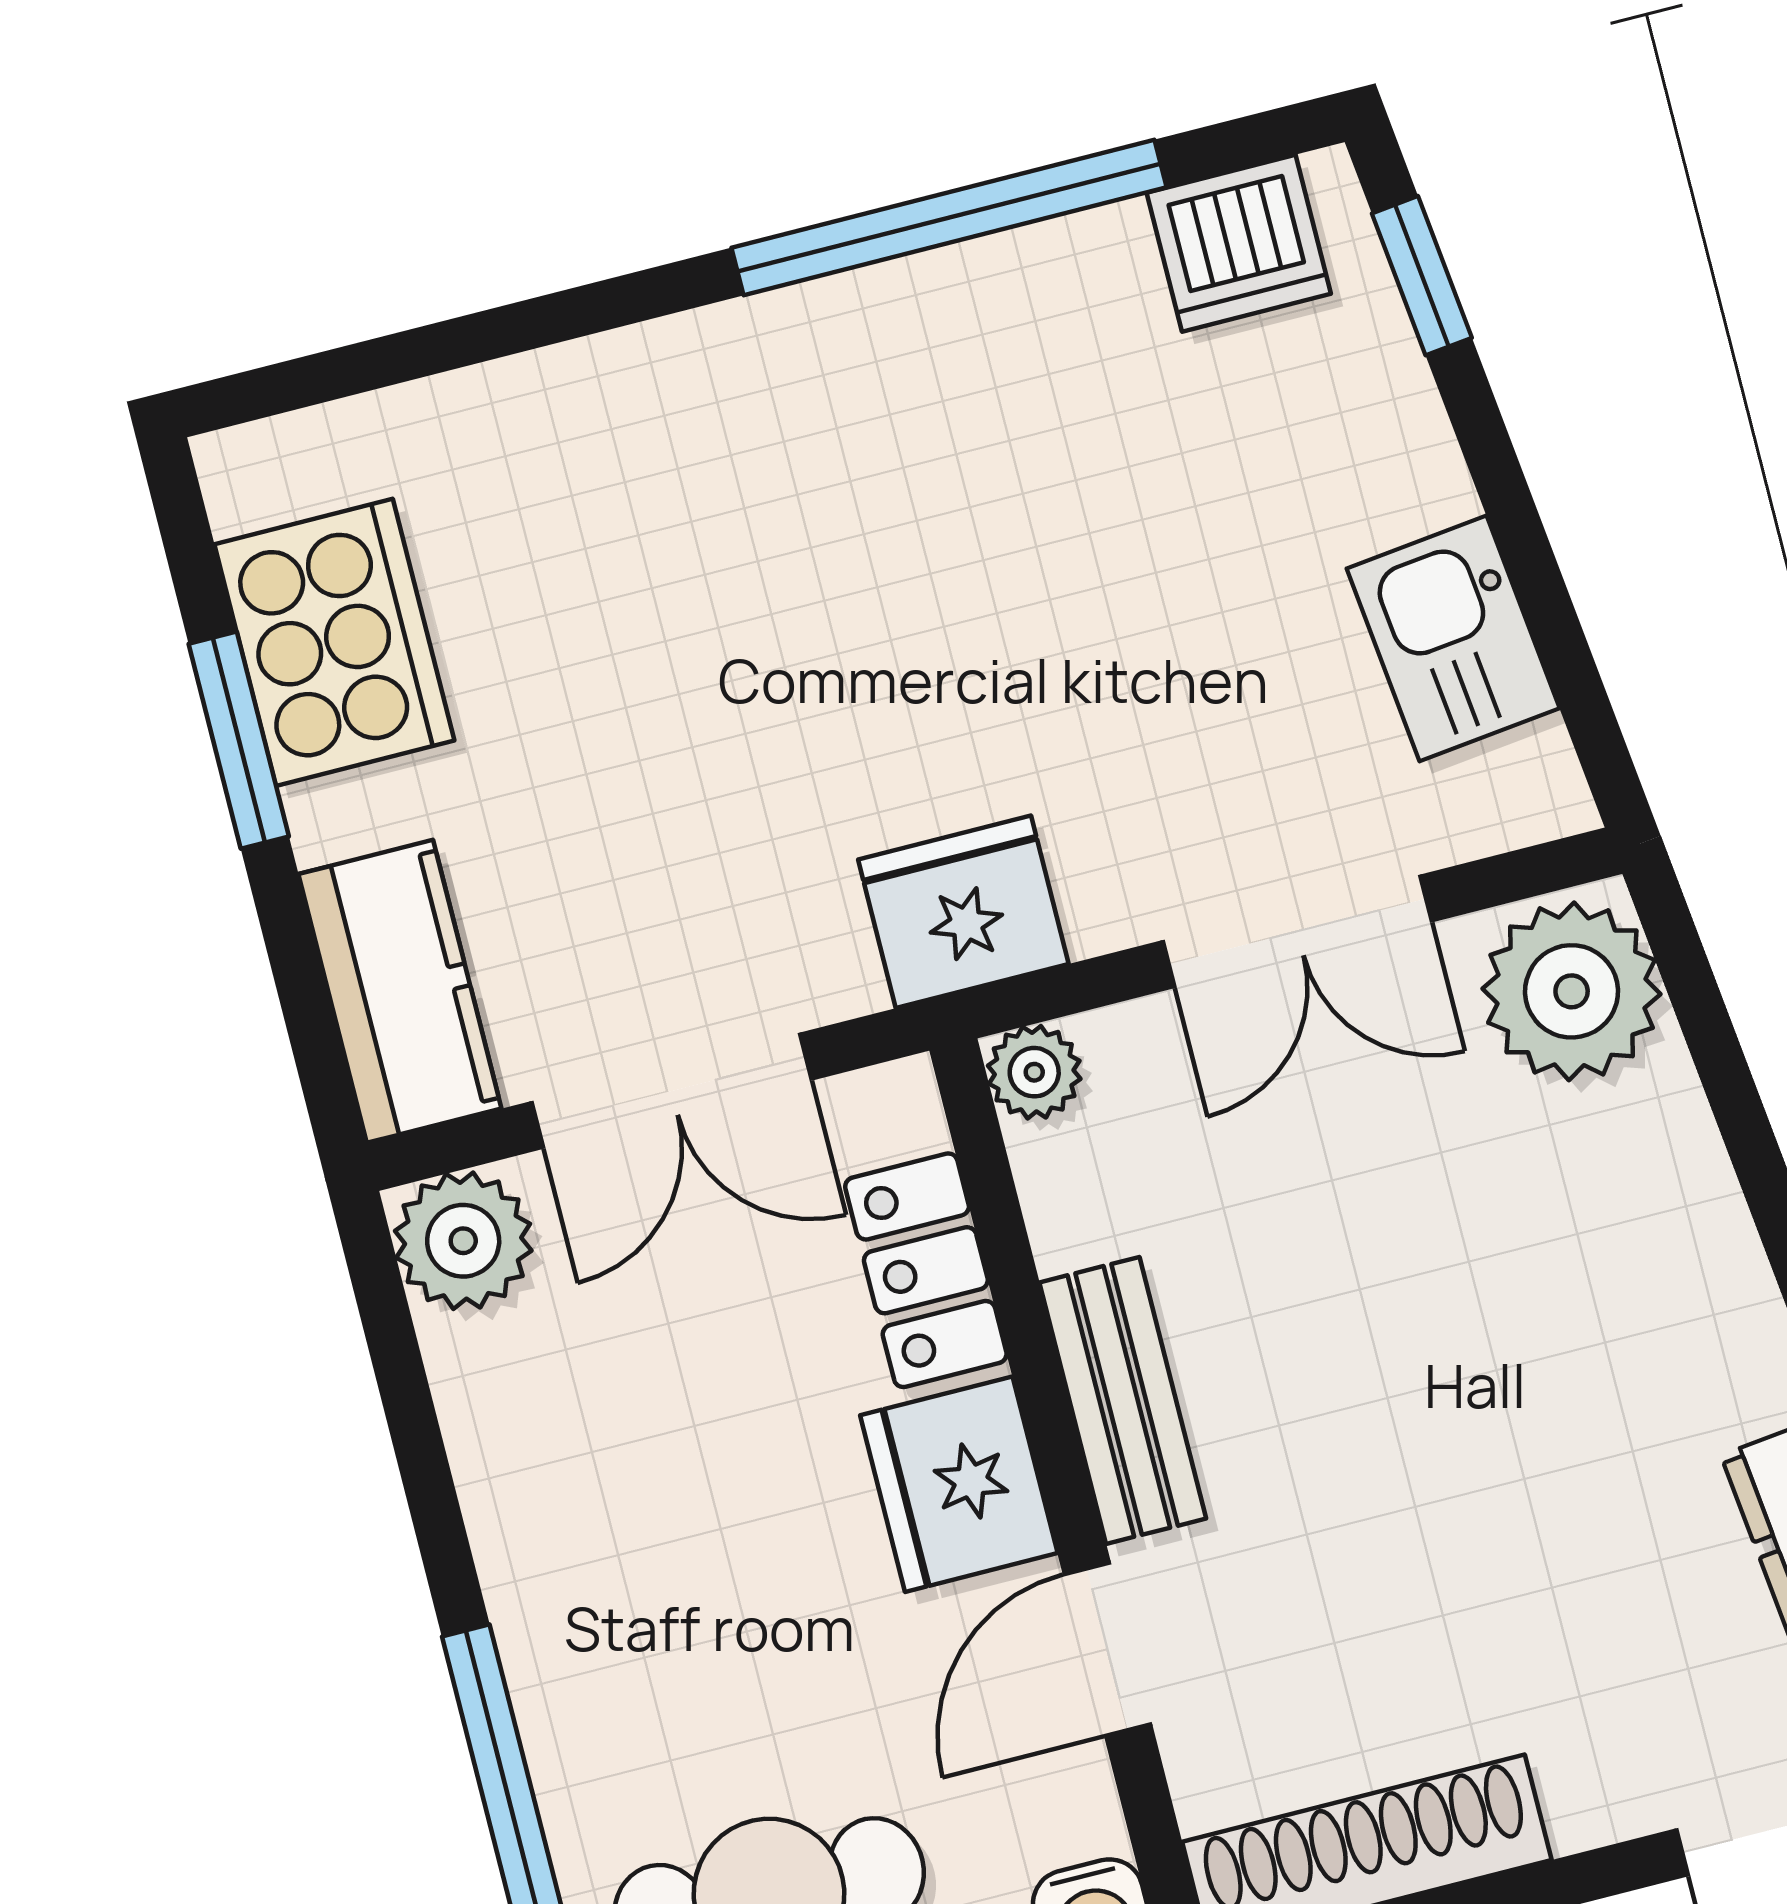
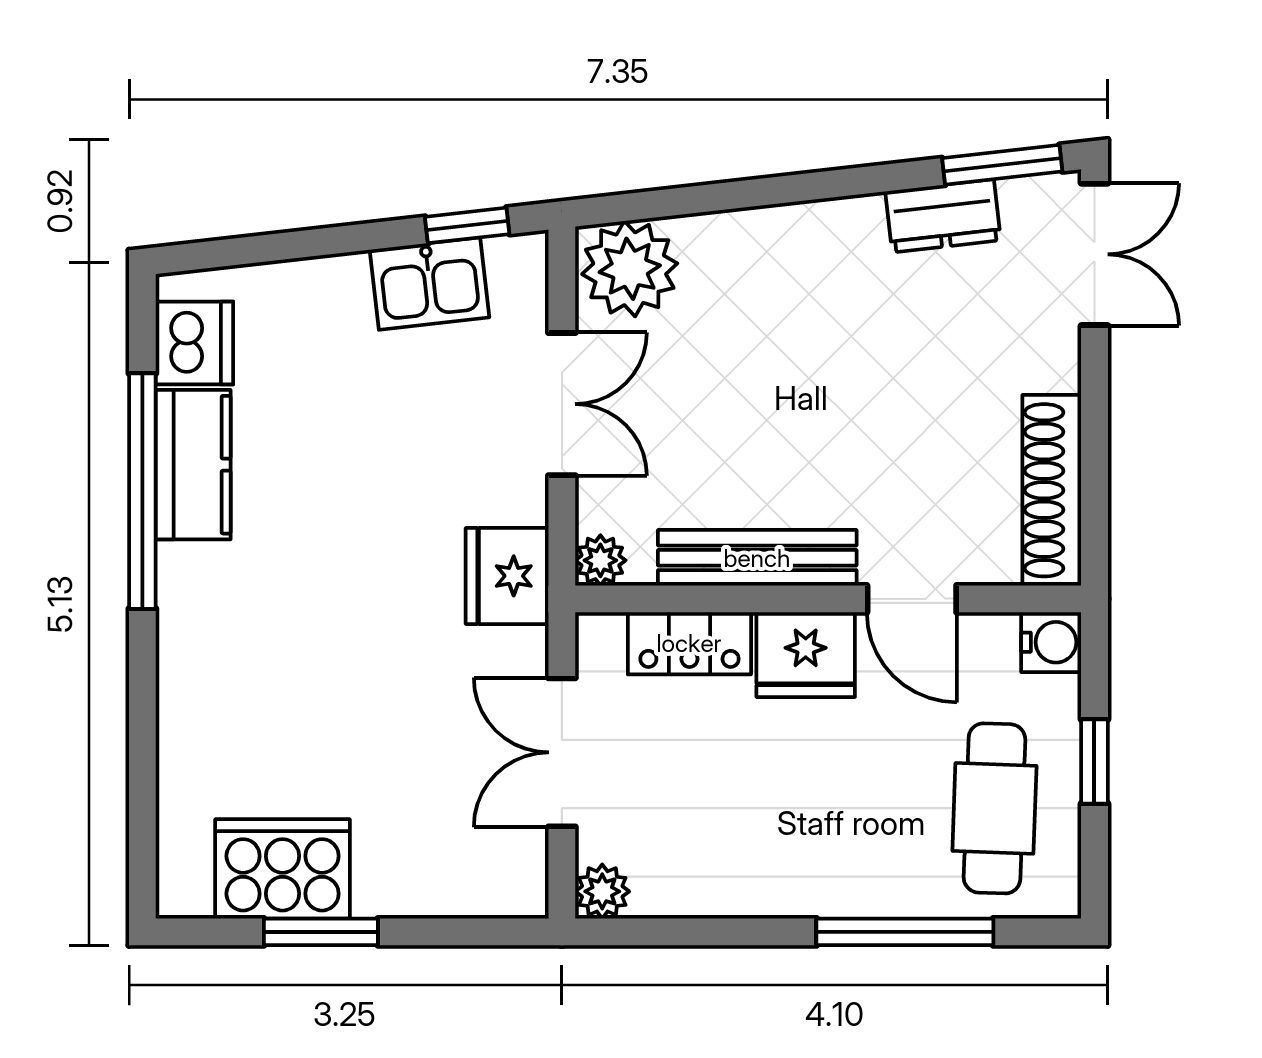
window: (1422, 276) -> (467, 225), moved
kitchen counter: (400, 991) -> (193, 465), moved, turned 90
double door: (671, 1091) -> (562, 752), swing flipped
plant: (463, 1241) -> (602, 891), width x0.73, depth x0.73
bench: (1123, 1400) -> (757, 558), width x1.36

